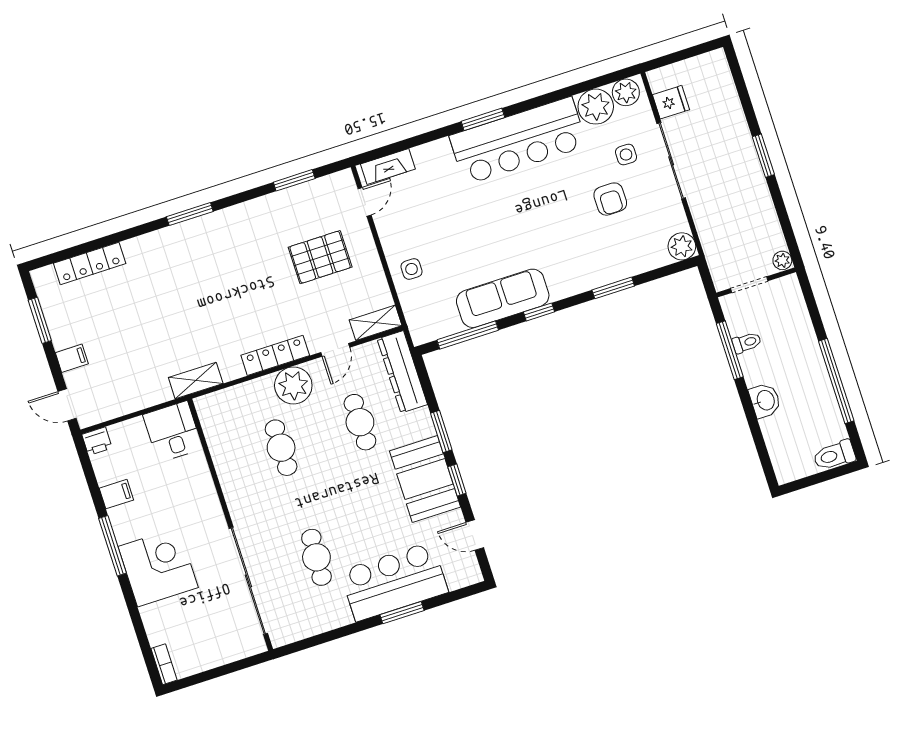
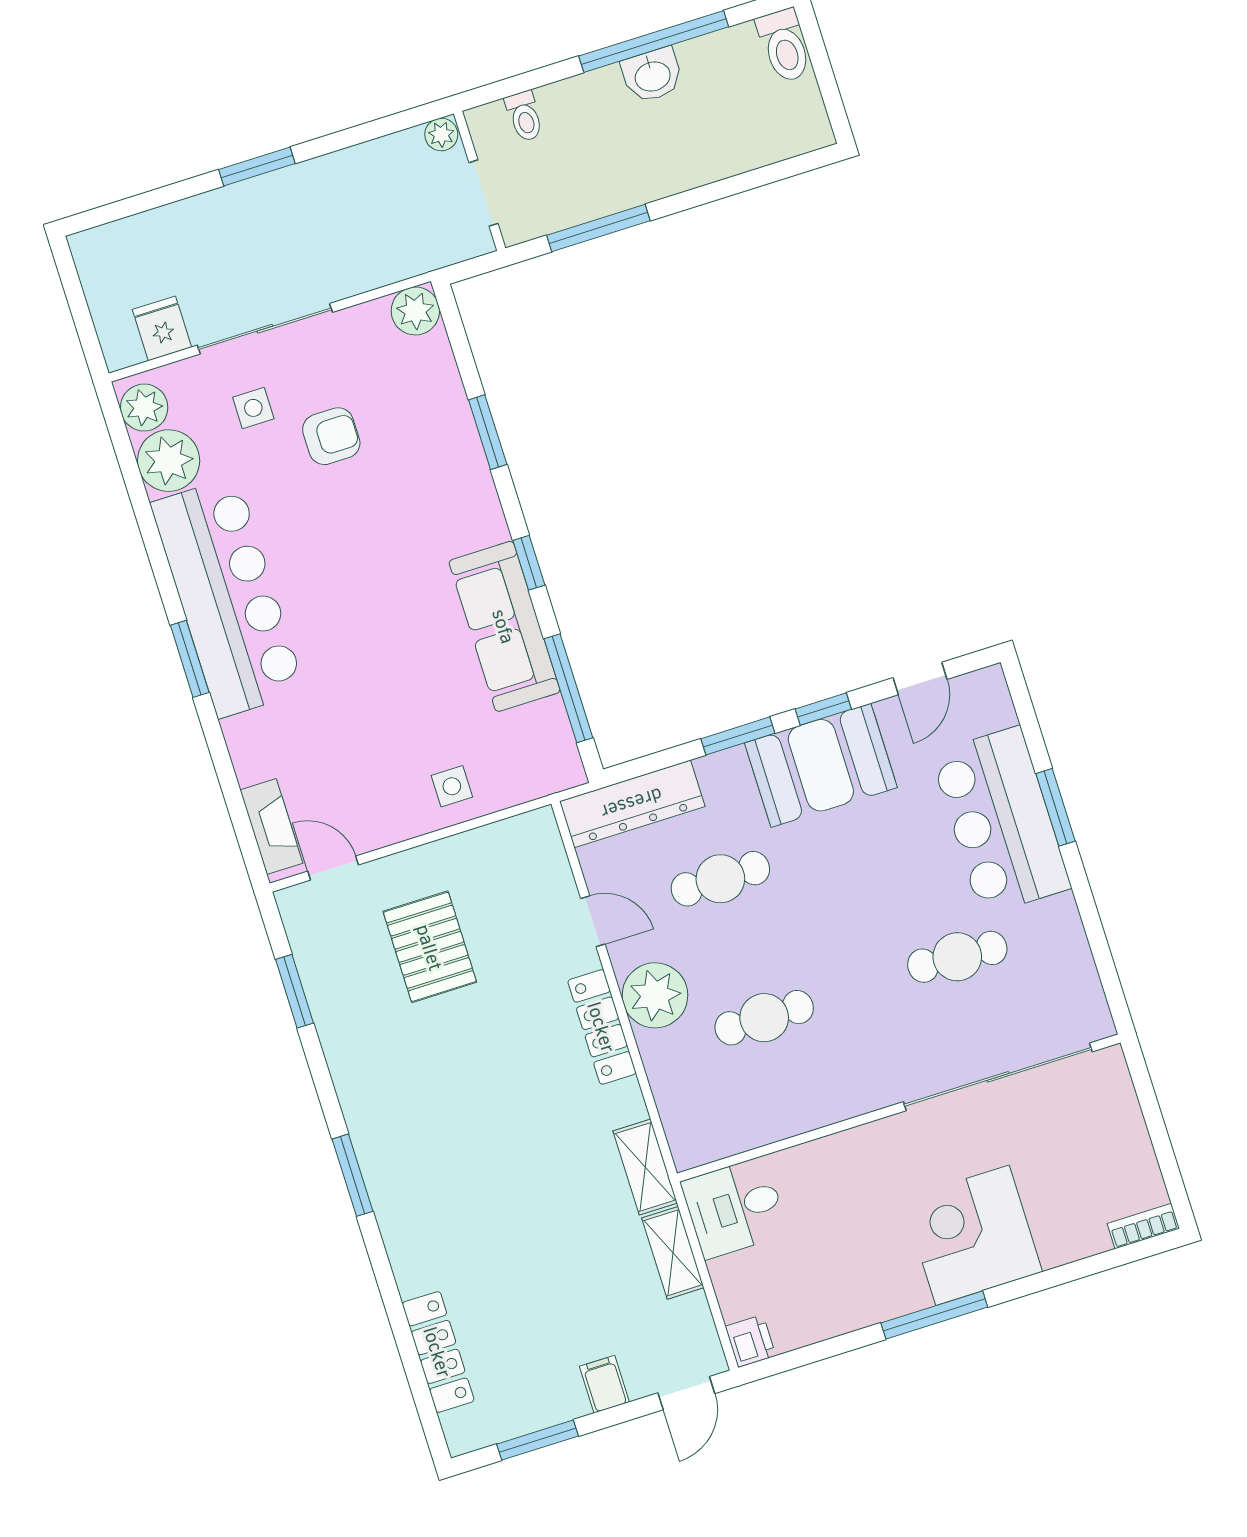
shelving: (376, 323) -> (673, 1253), moved
toilet: (747, 343) -> (524, 116), moved, turned 180
washbasin: (765, 400) -> (652, 75), moved, turned 180
filing cabinet: (116, 494) -> (844, 1308), removed

